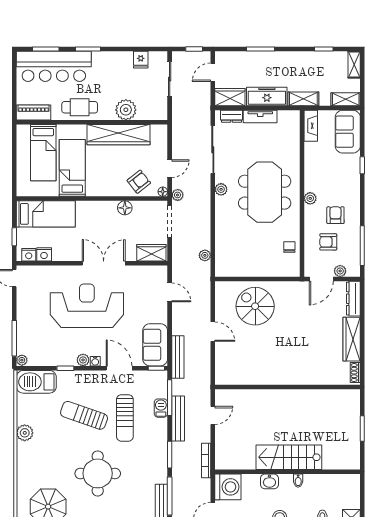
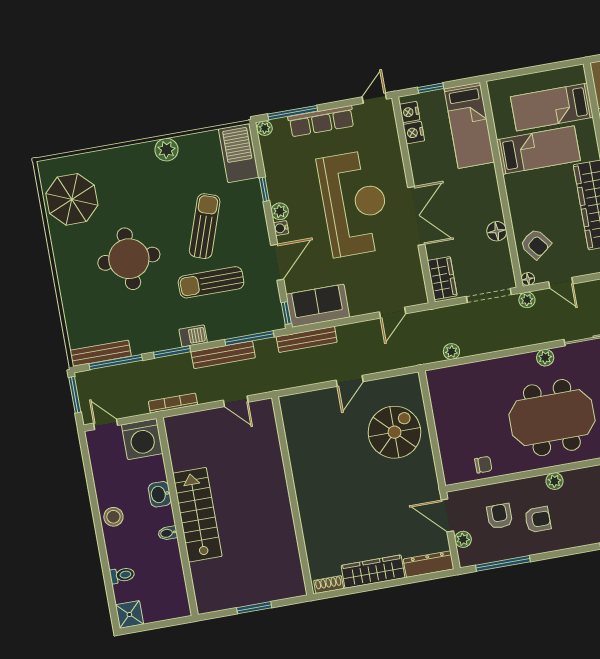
row of seats: (24, 319) -> (321, 121), added
barbecue: (161, 408) -> (193, 336), moved

